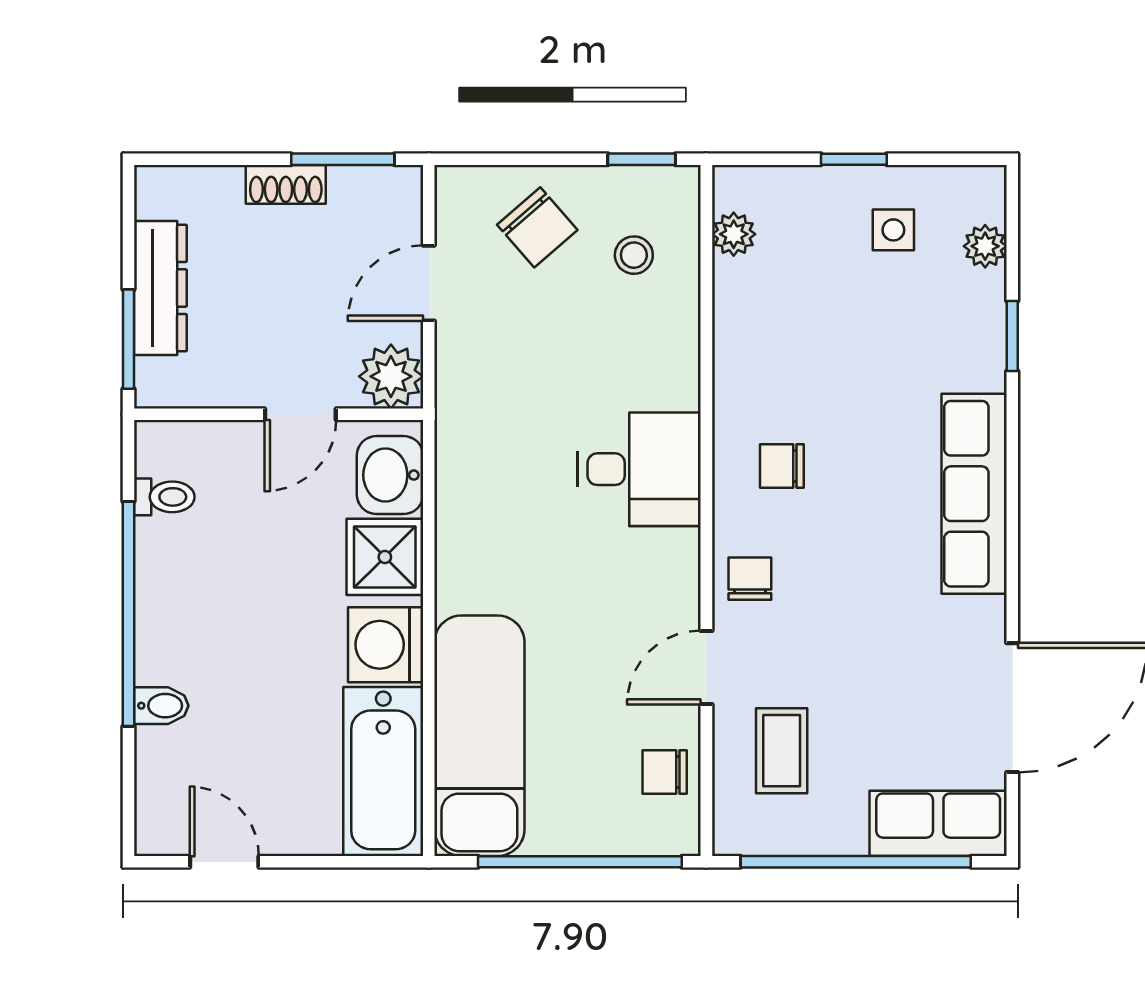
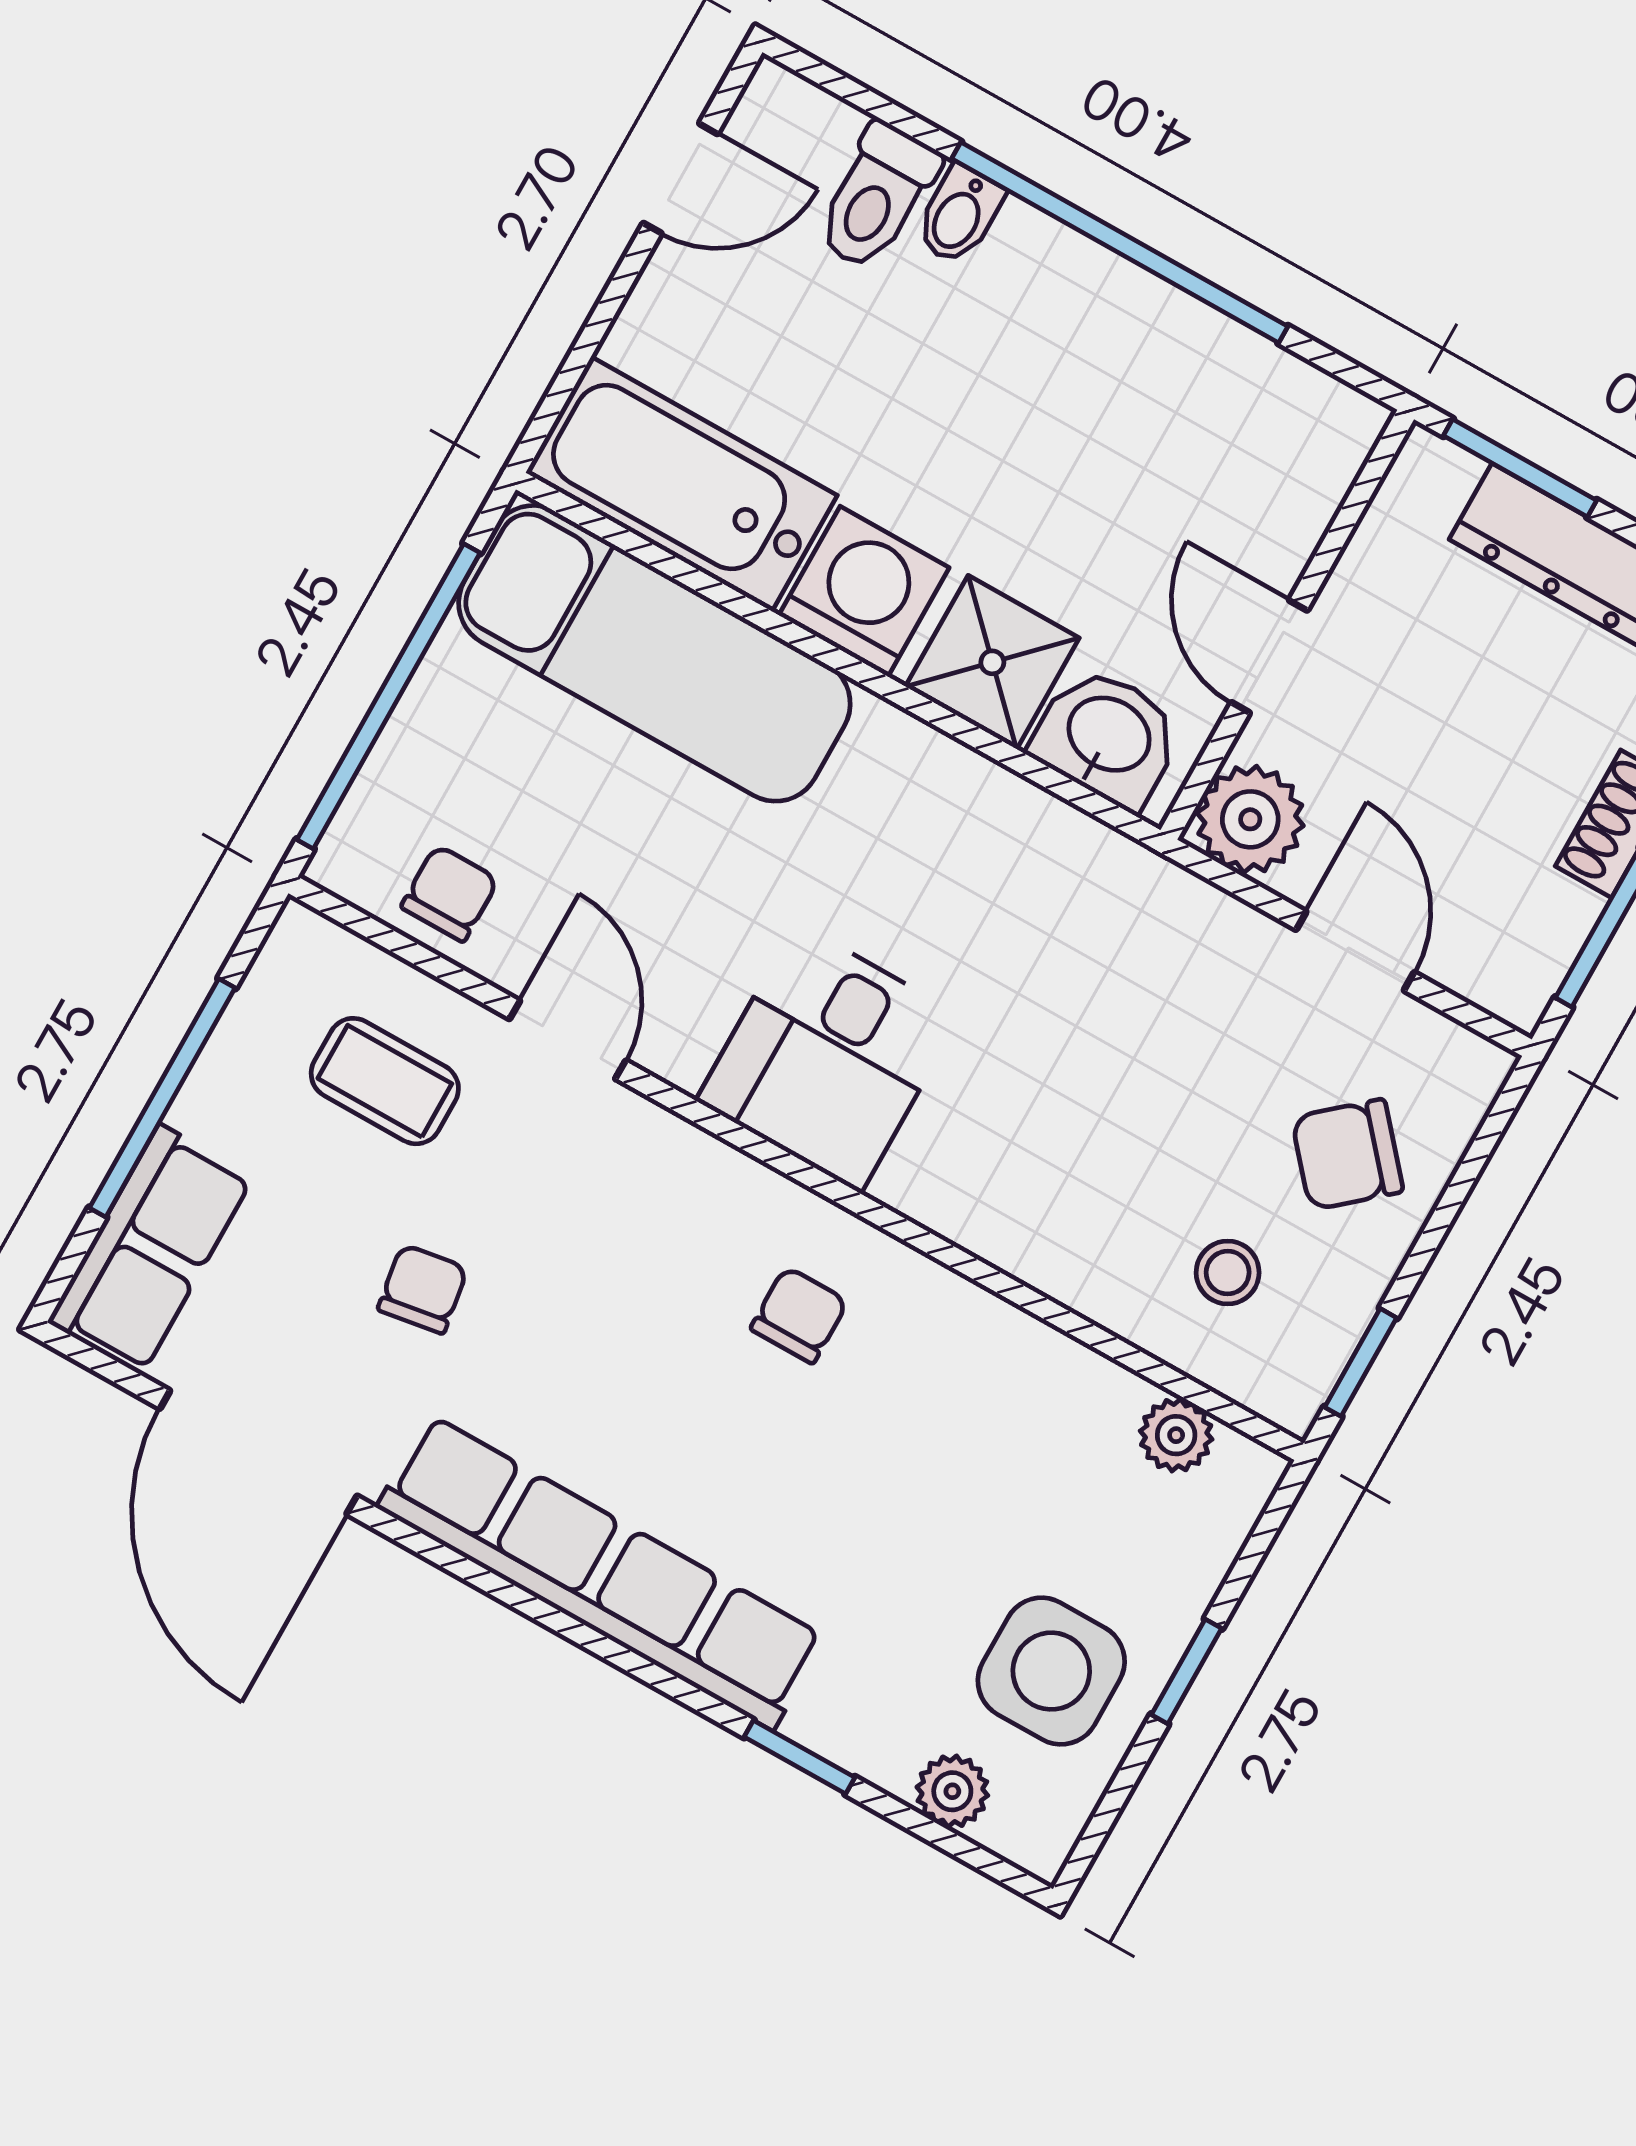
side table: (893, 230) -> (1051, 1671), width x1.87, depth x1.87
desk: (639, 469) -> (828, 1058), moved
row of seats: (974, 494) -> (601, 1572), width x1.36
toilet: (164, 497) -> (877, 197), moved, width x1.37, depth x1.39
chair: (750, 579) -> (423, 1289), moved, turned -99
window: (856, 862) -> (162, 1098), width x0.68

